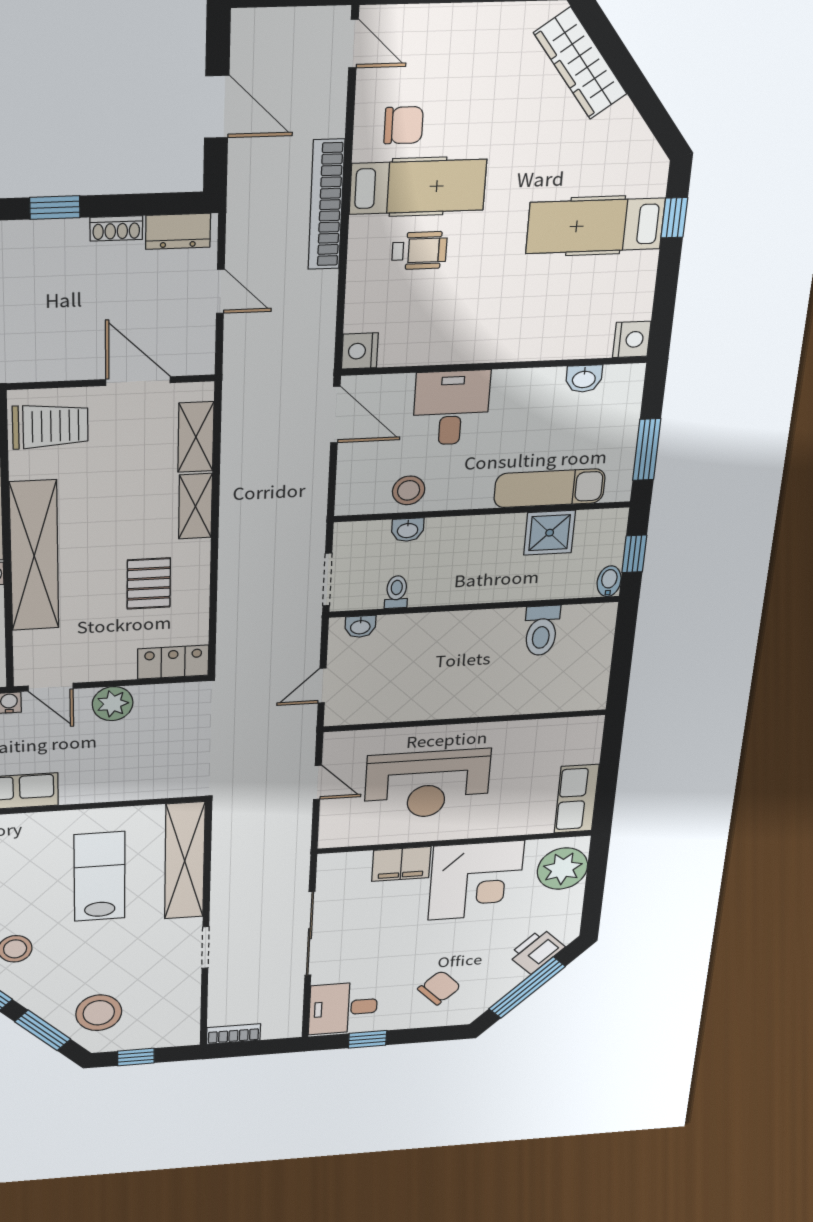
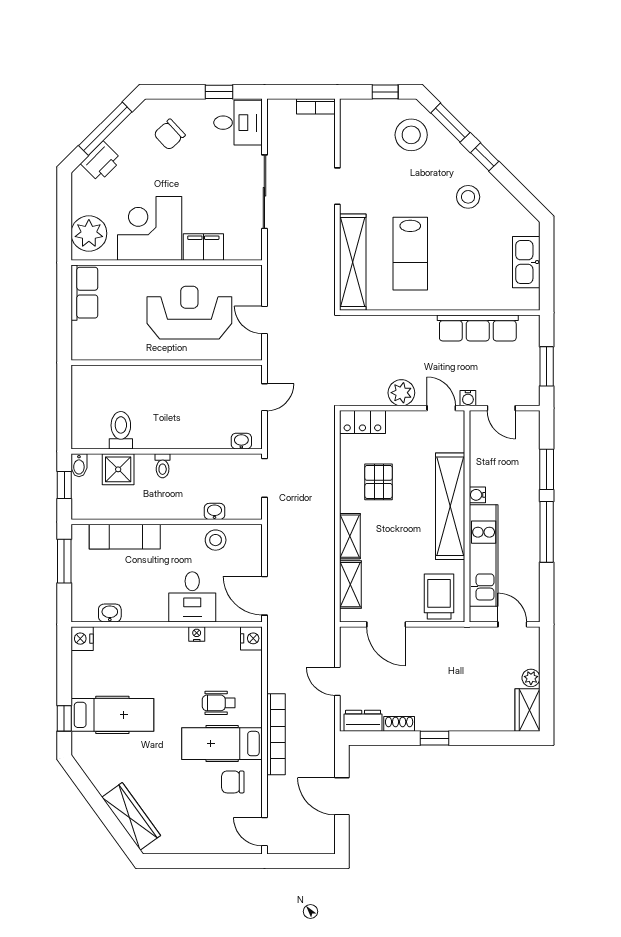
nightstand: (448, 354) -> (197, 634), added
trolley: (50, 426) -> (439, 597), turned 90
shower: (550, 533) -> (118, 469), moved
toilet: (396, 592) -> (163, 466), moved

